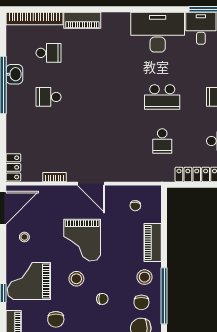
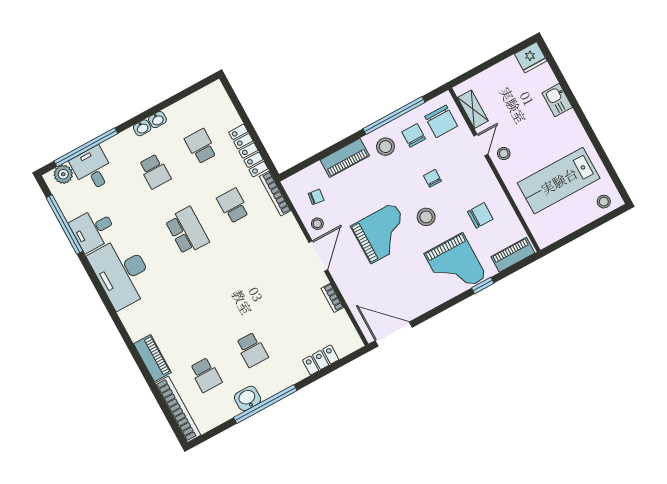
school desk: (49, 53) -> (206, 375), turned 180
school desk: (162, 141) -> (233, 206), turned -90
locker: (13, 167) -> (321, 360), moved
bookcase: (154, 177) -> (275, 193), added
stool: (24, 237) -> (317, 224), moved
chair: (141, 302) -> (414, 135), turned -90

